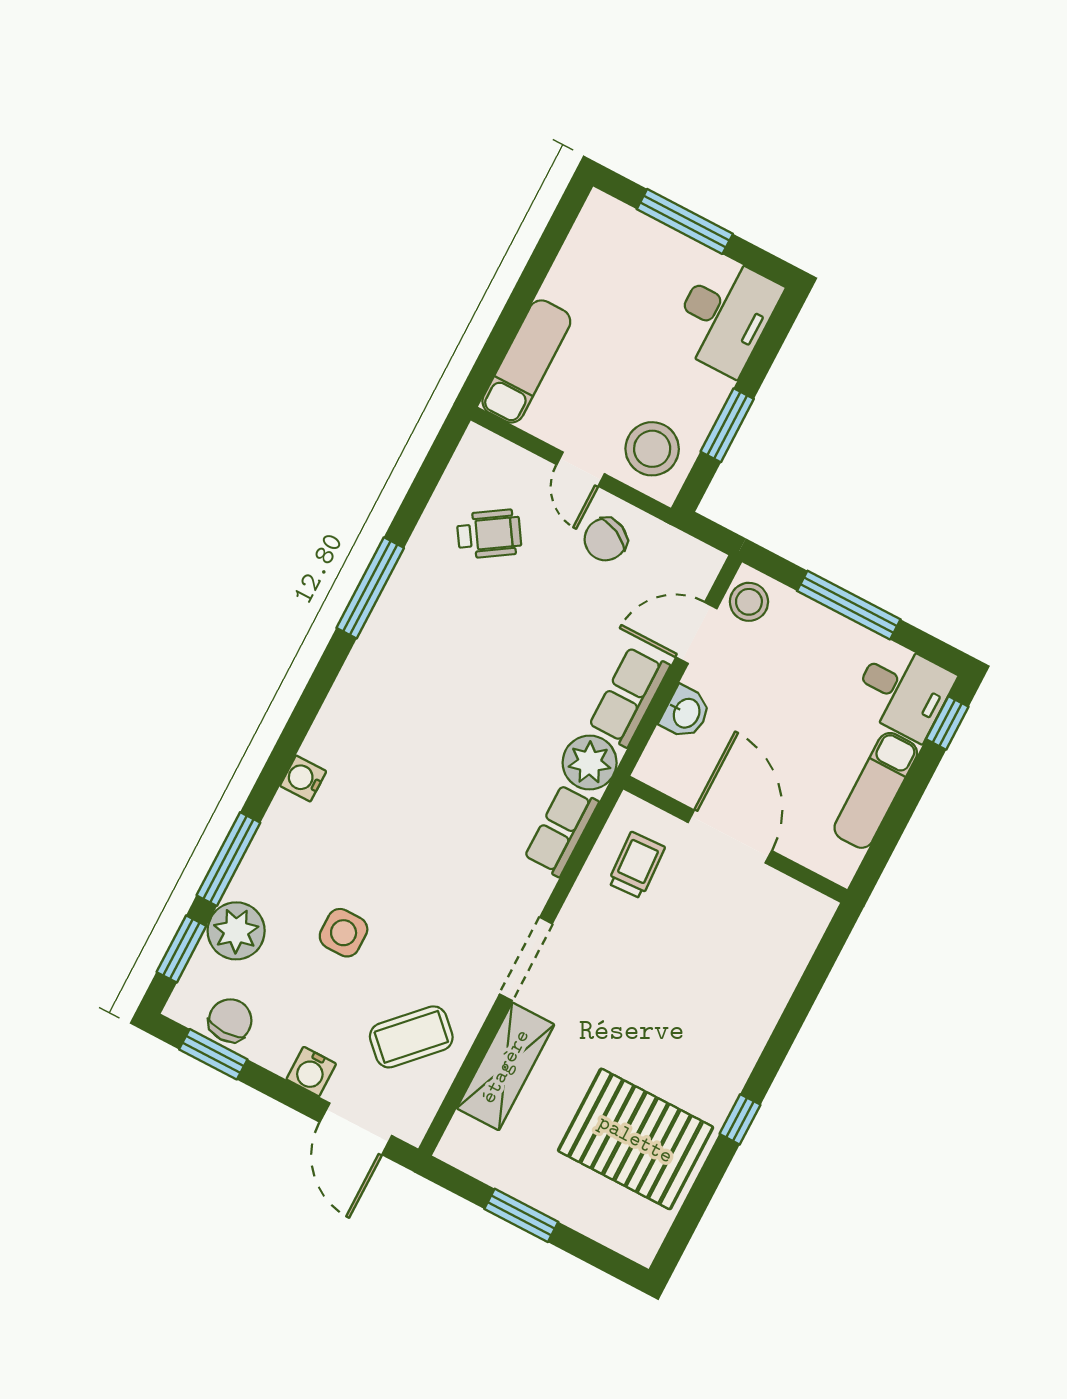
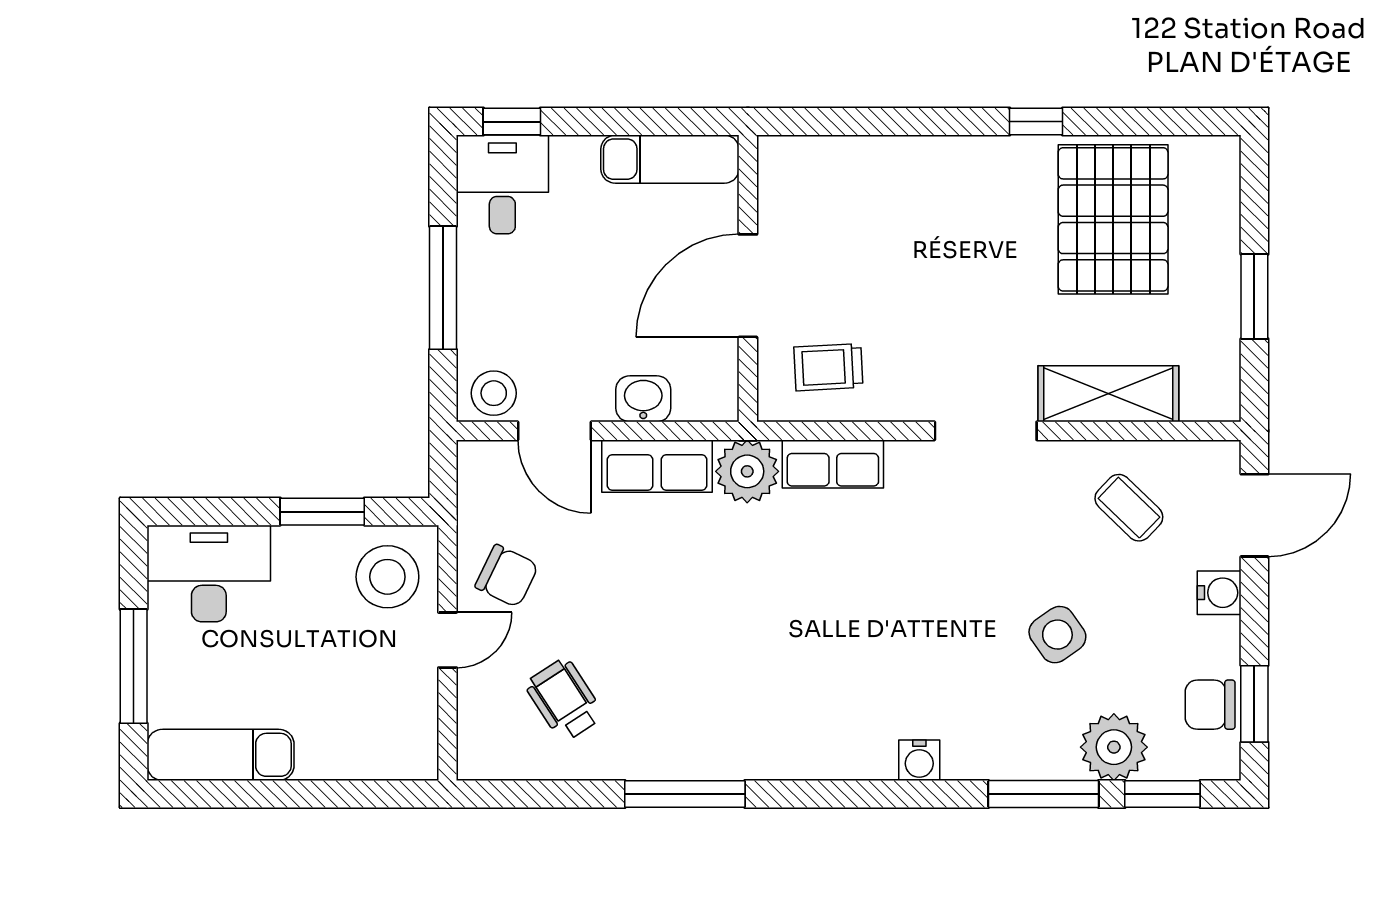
exam couch: (526, 361) -> (221, 755), moved
exam couch: (876, 790) -> (670, 159), moved
side table: (344, 933) -> (1057, 635), turned -35
coffee table: (411, 1037) -> (1129, 508), width x0.73, depth x0.77

